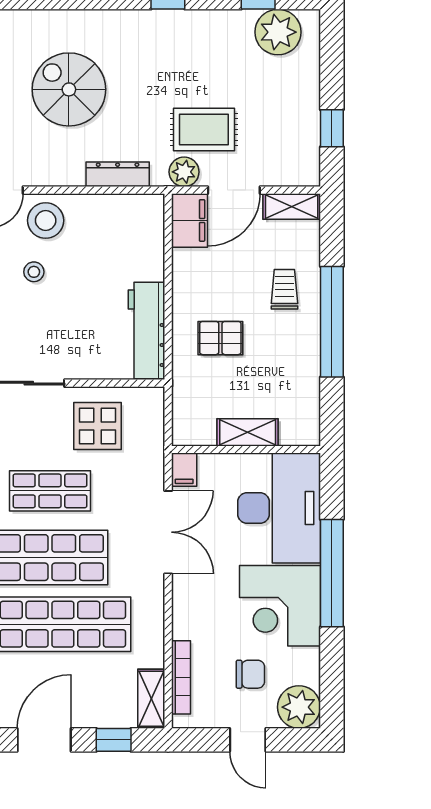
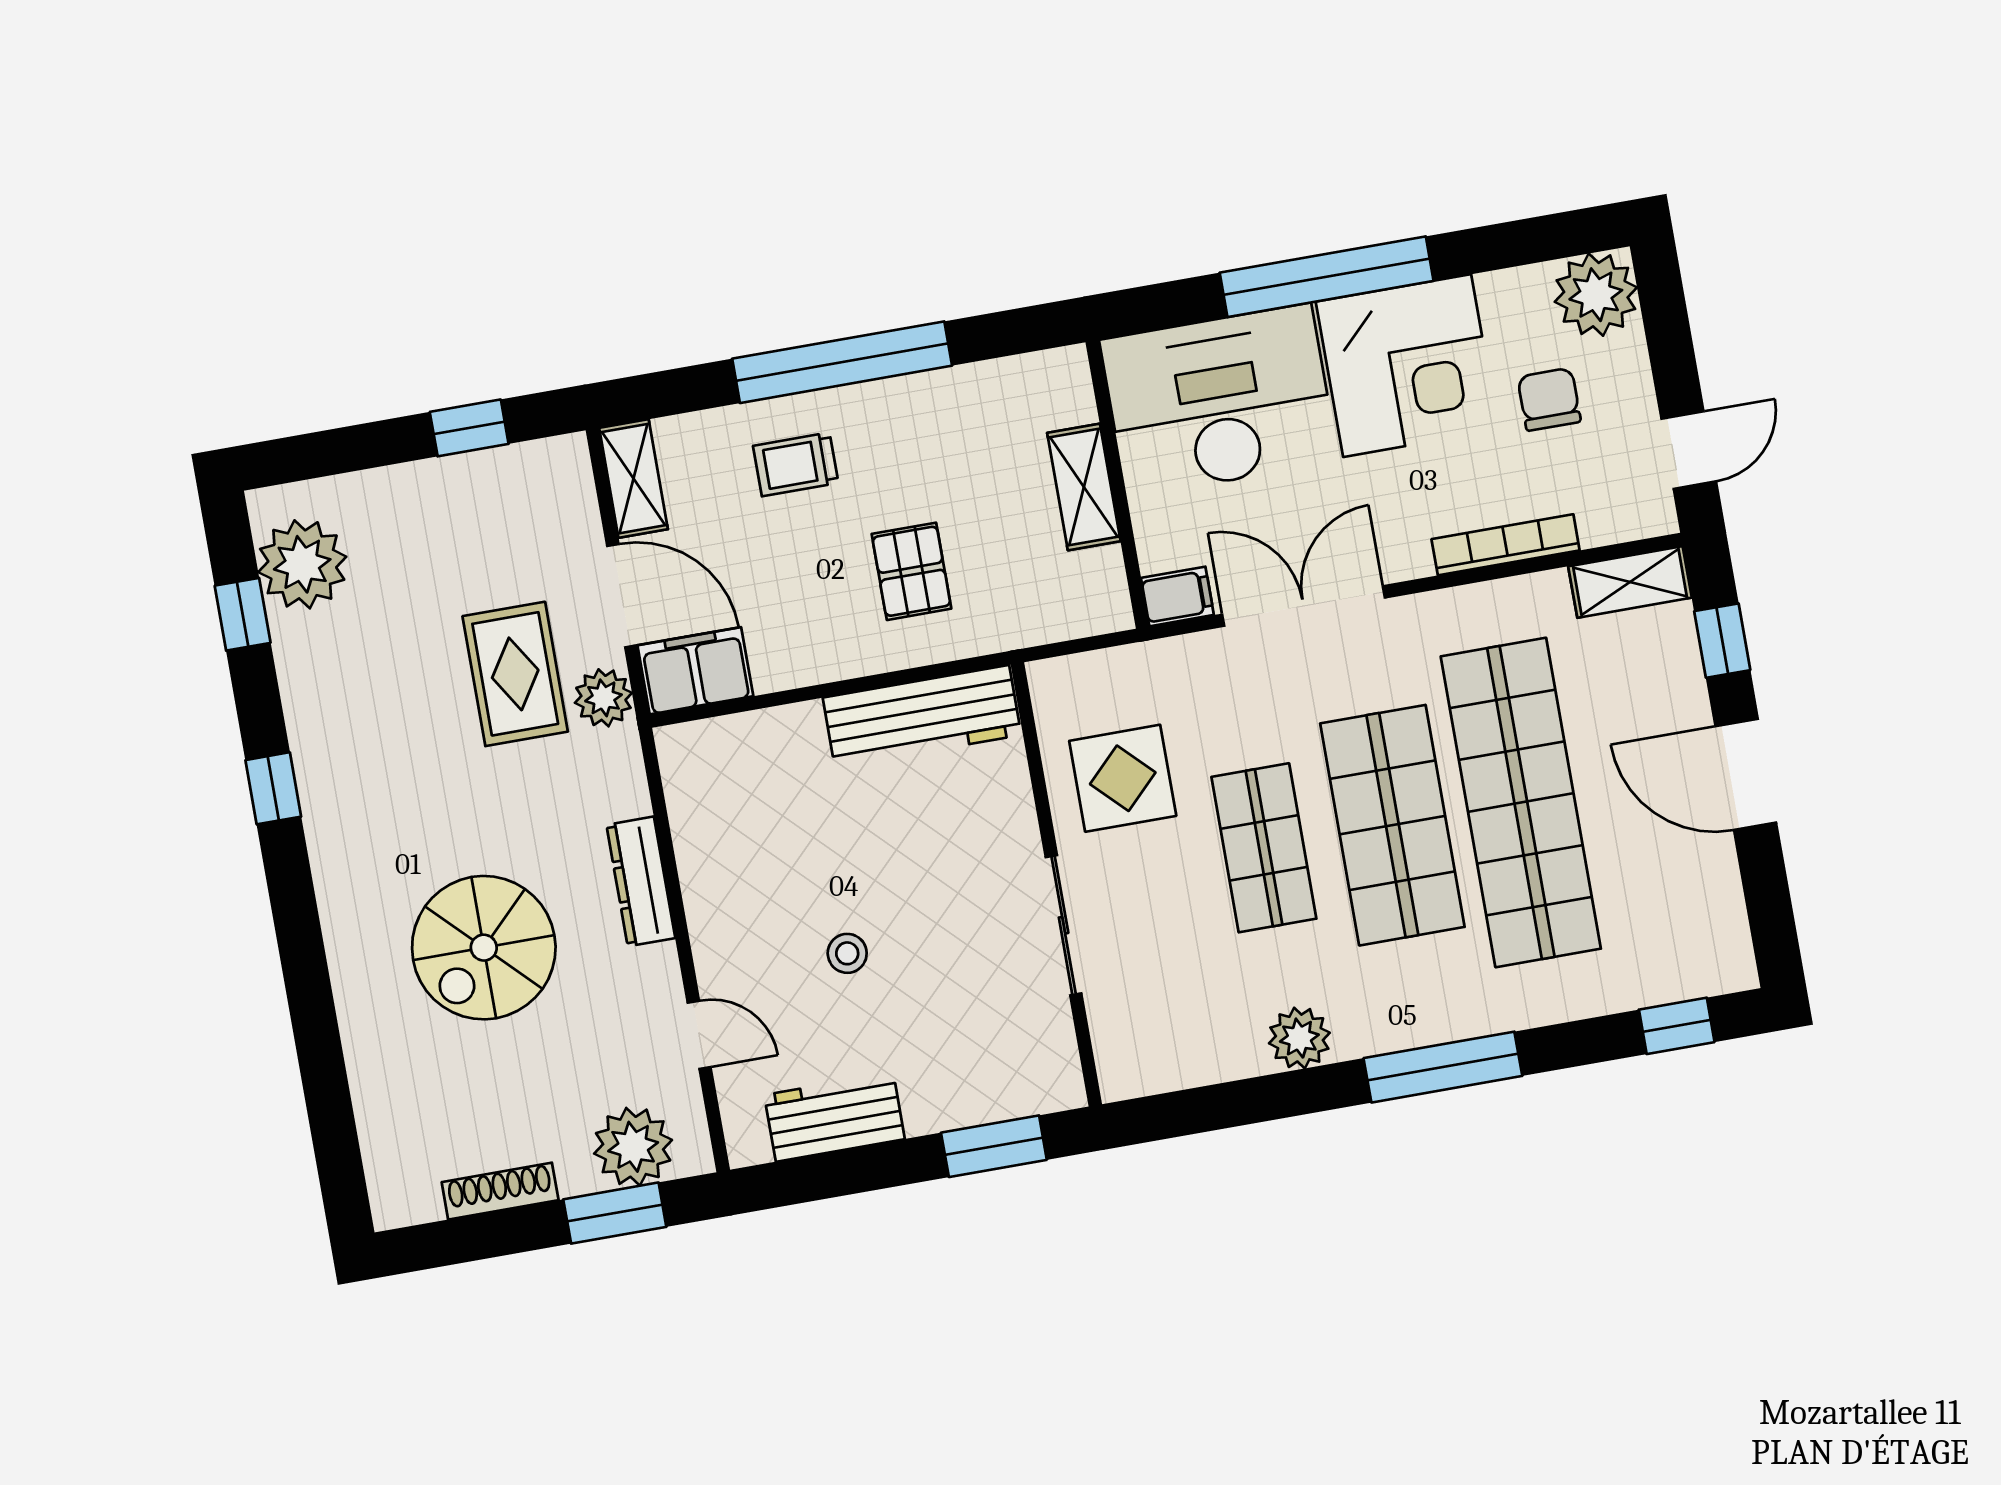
dresser: (118, 174) -> (641, 881), moved
stool: (46, 220) -> (744, 948), removed
bookcase: (181, 677) -> (1506, 545), moved
door: (248, 740) -> (1689, 450), moved

